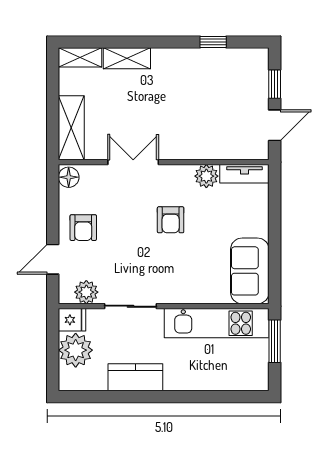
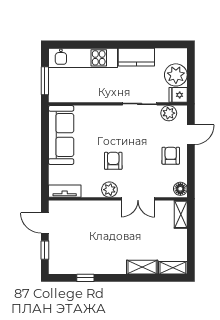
door: (275, 125) -> (45, 223), hinge flipped
shelving: (71, 128) -> (181, 214), width x0.67, depth x0.75
plant: (206, 176) -> (109, 190), moved
sofa: (250, 271) -> (61, 135), width x1.36
kitchen unit: (217, 323) -> (83, 58), moved, turned 180

